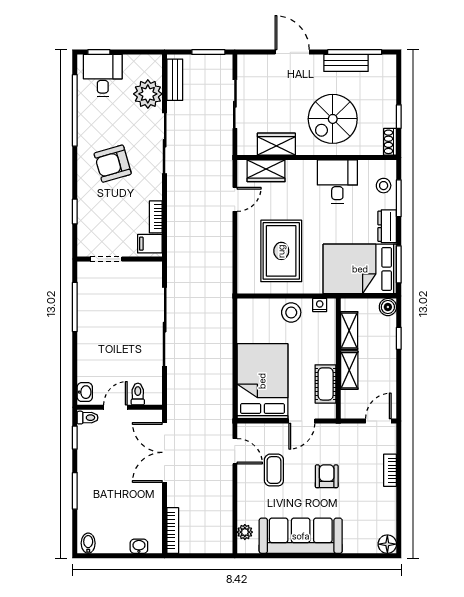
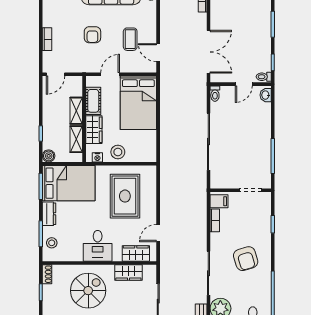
armchair: (113, 164) -> (246, 259), turned 89
desk: (337, 181) -> (98, 246), moved
wardrobe: (325, 344) -> (94, 130), added
toilet: (138, 394) -> (215, 94), moved

